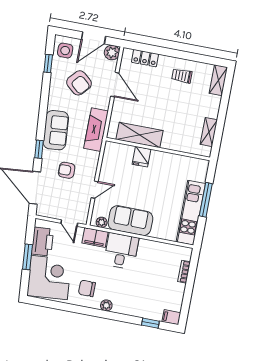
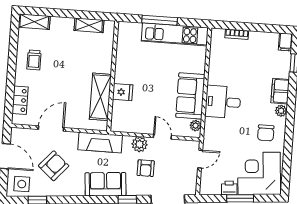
plant: (112, 53) -> (140, 144), moved
filing cabinet: (95, 237) -> (280, 91), moved, turned 180
printer: (42, 242) -> (229, 188), width x0.53, depth x0.68

